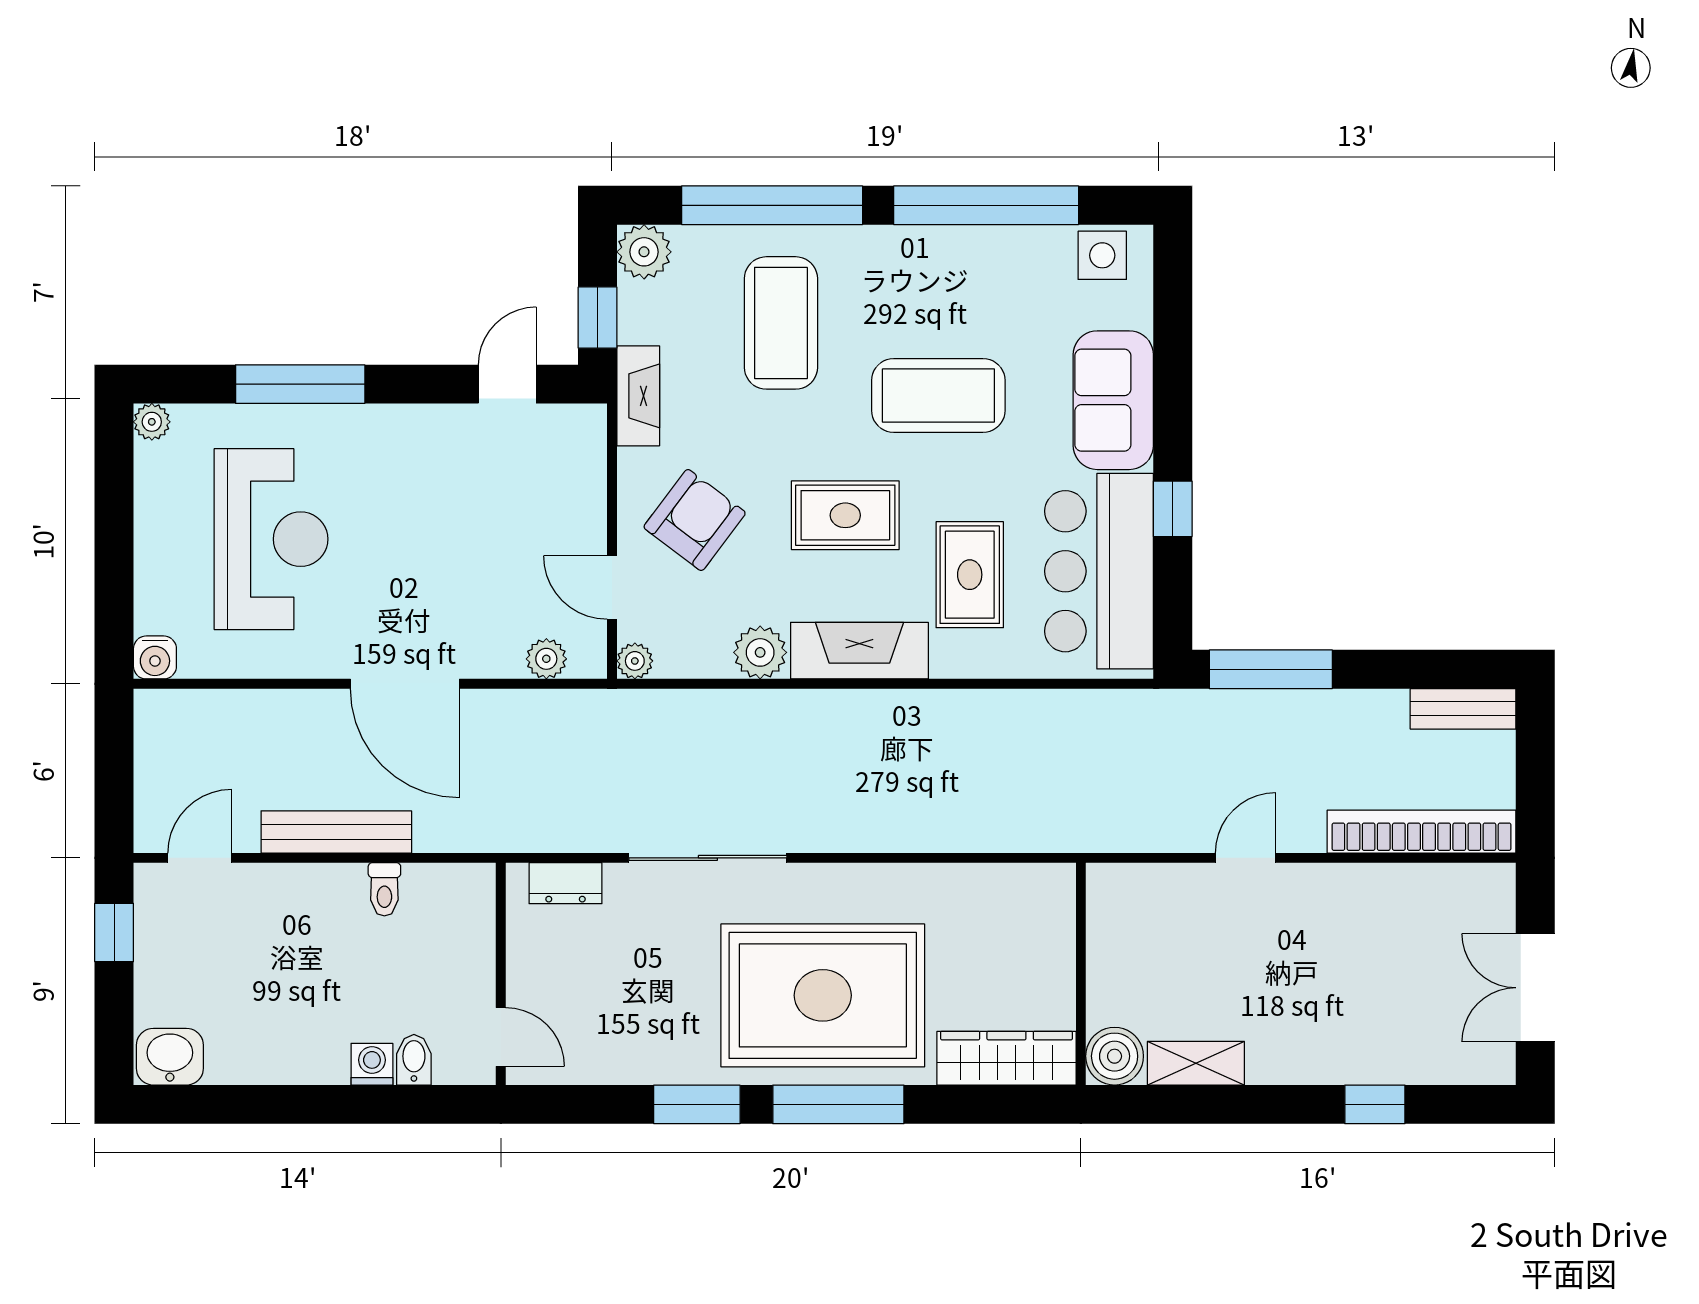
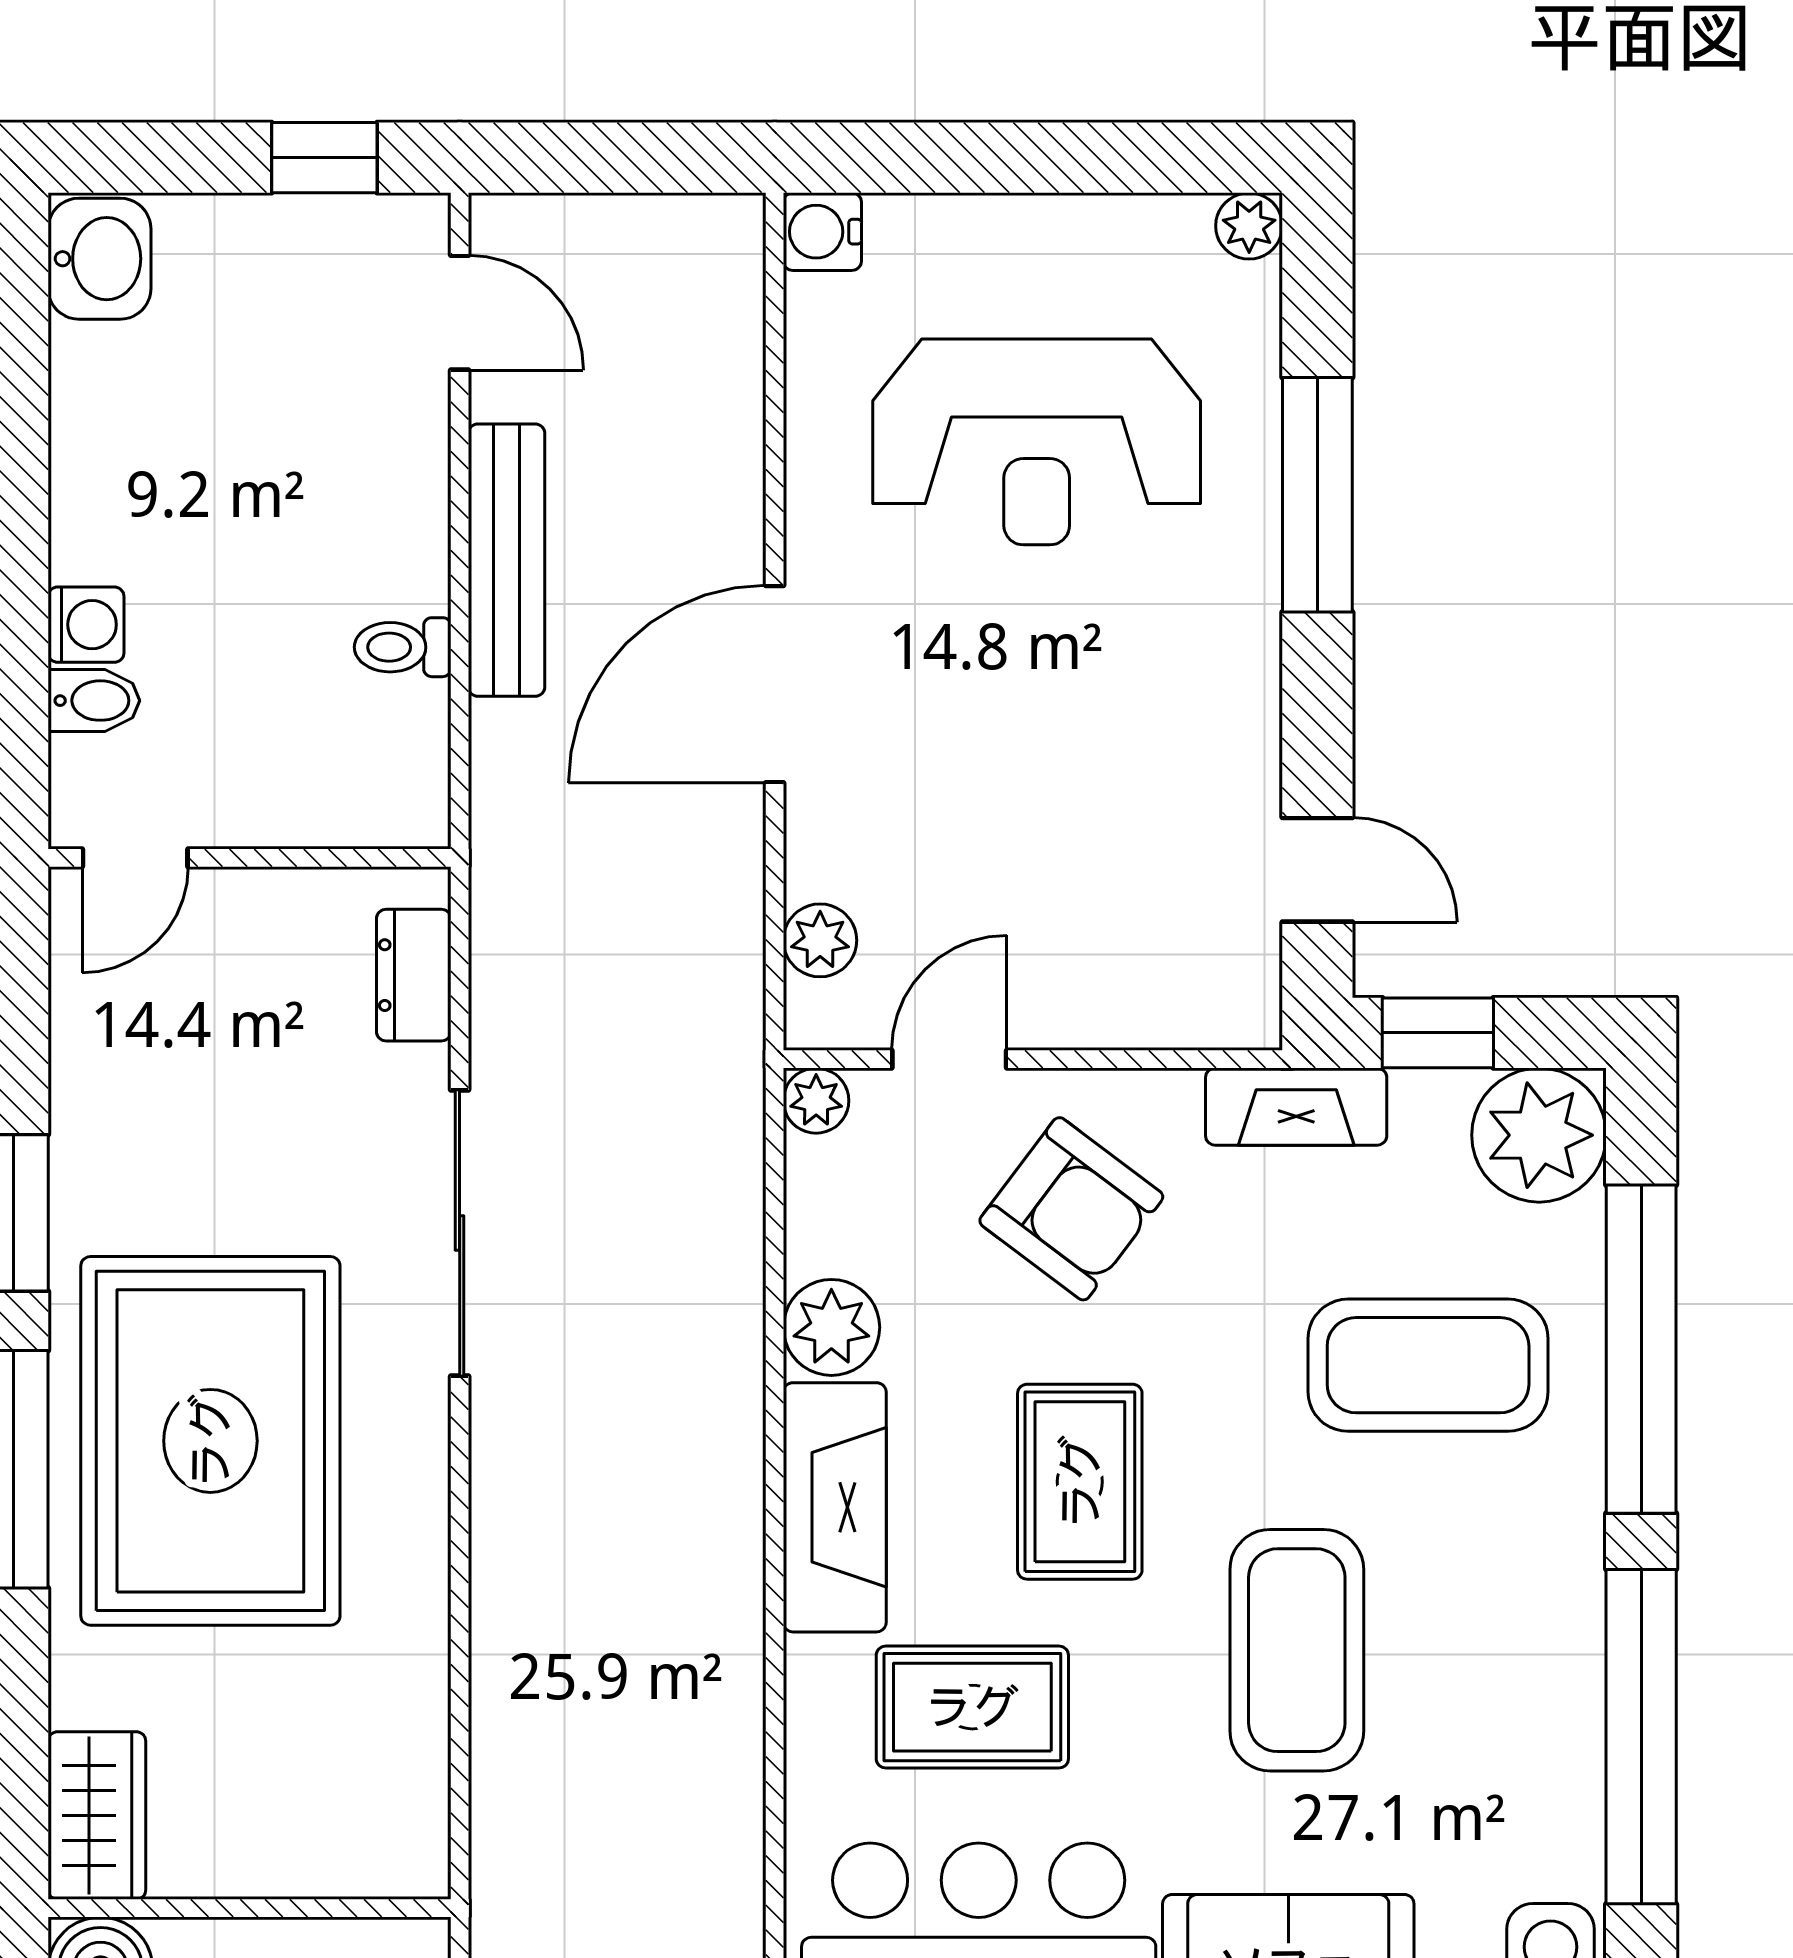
plant: (644, 252) -> (1539, 1135), width x1.36, depth x1.36
wardrobe: (1006, 1058) -> (97, 1816), width x0.67

